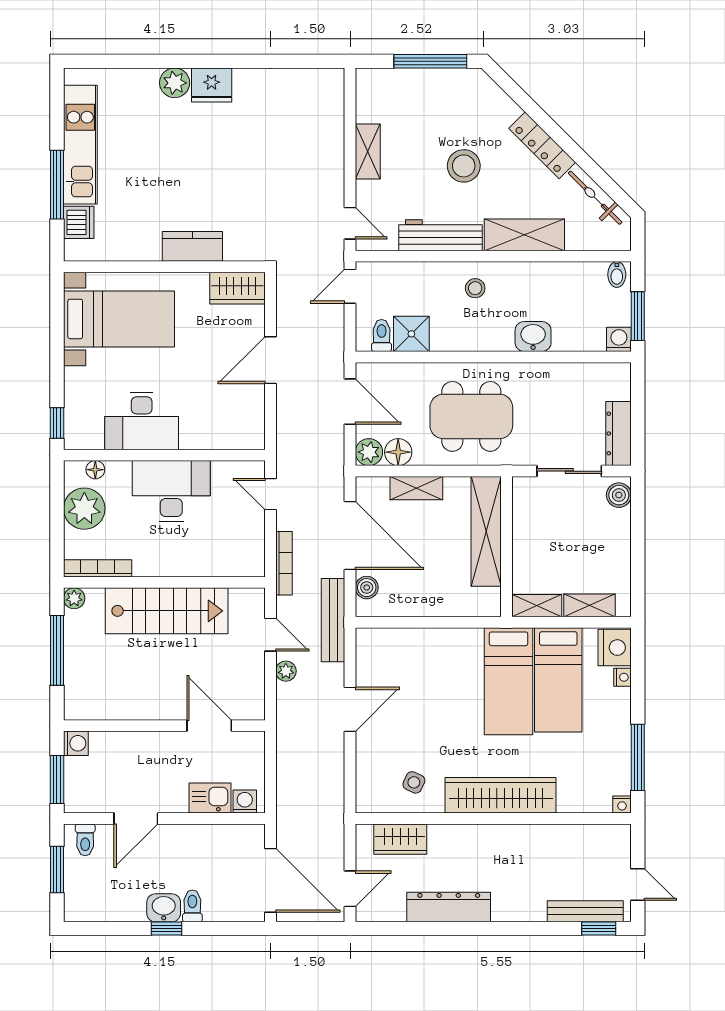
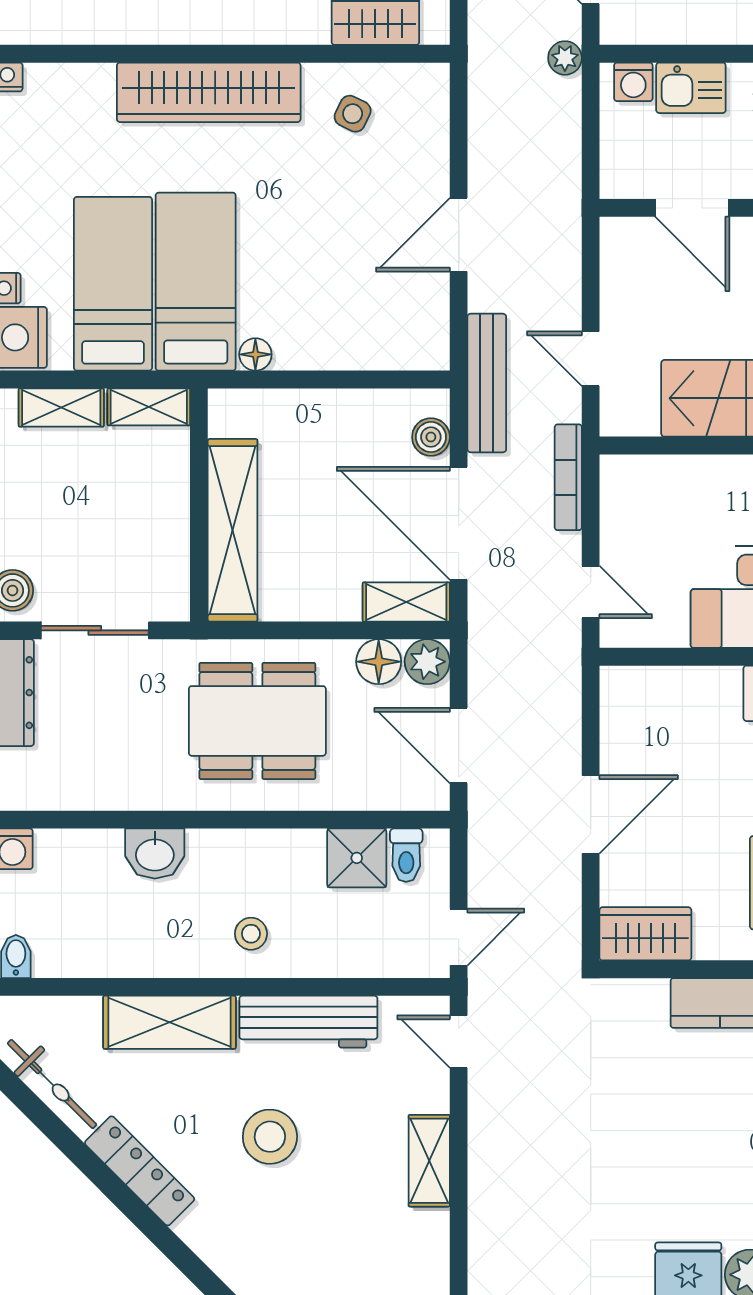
shelving: (416, 488) -> (406, 602), moved
floor lamp: (472, 637) -> (255, 354), added
plant: (286, 671) -> (565, 58), moved

